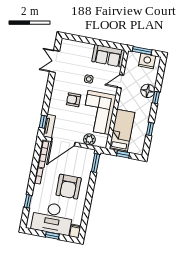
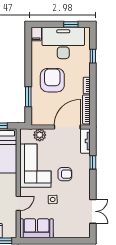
window: (43, 122) -> (93, 162), moved
window: (96, 163) -> (28, 97), moved
window: (52, 236) -> (71, 24), moved

